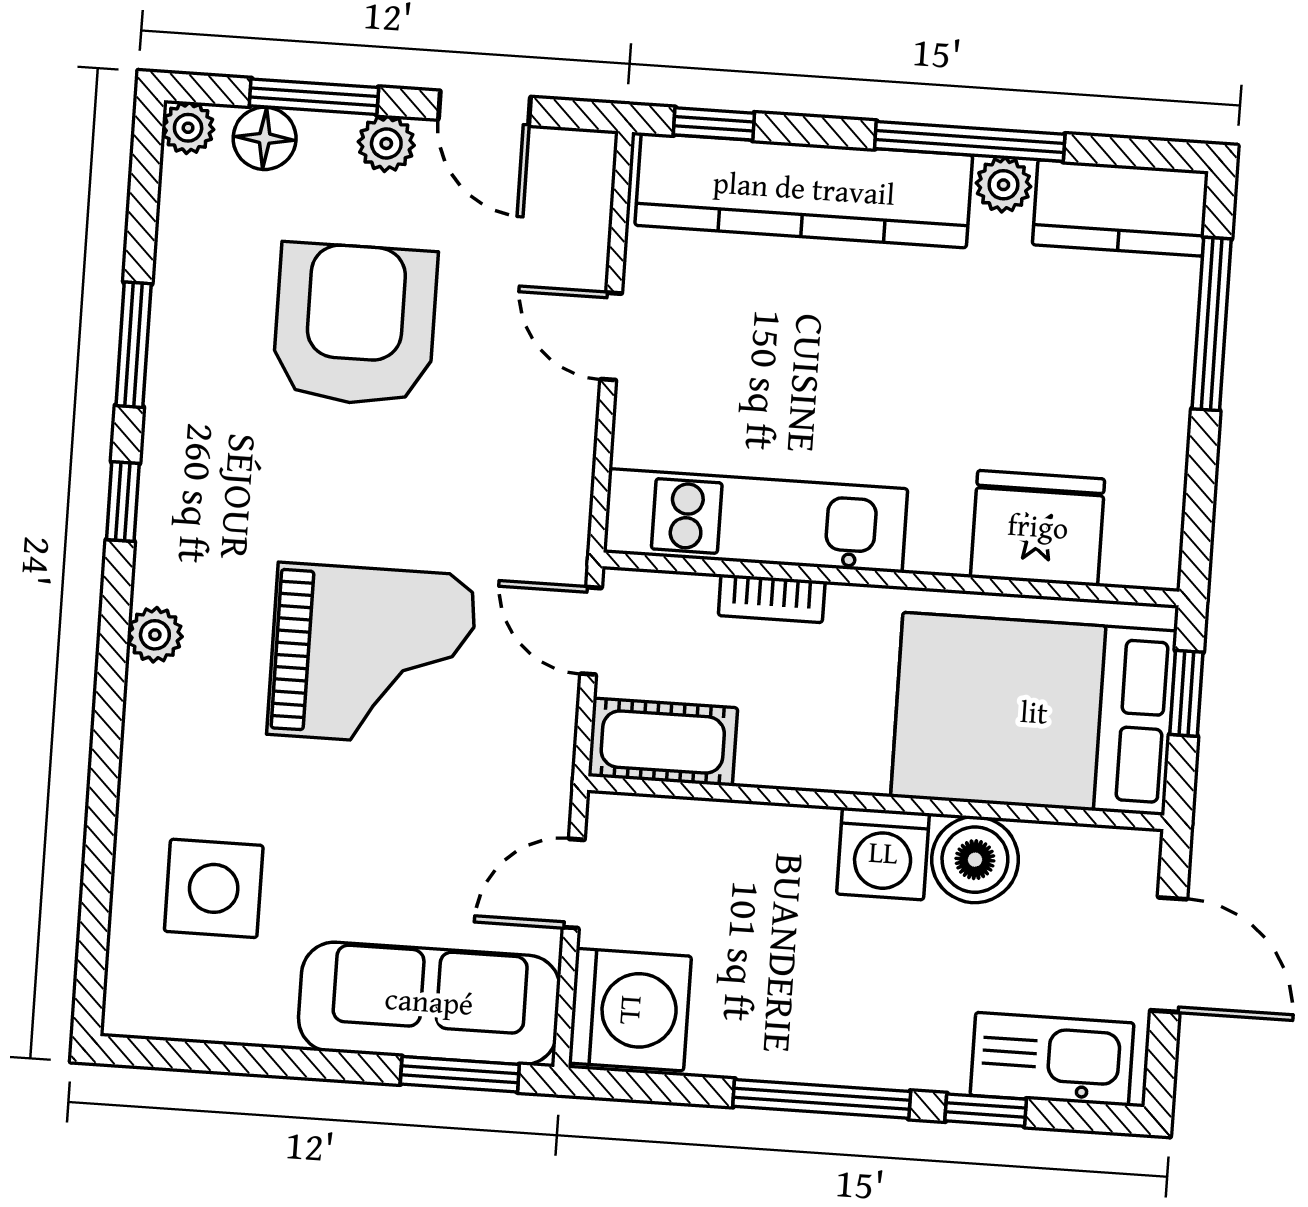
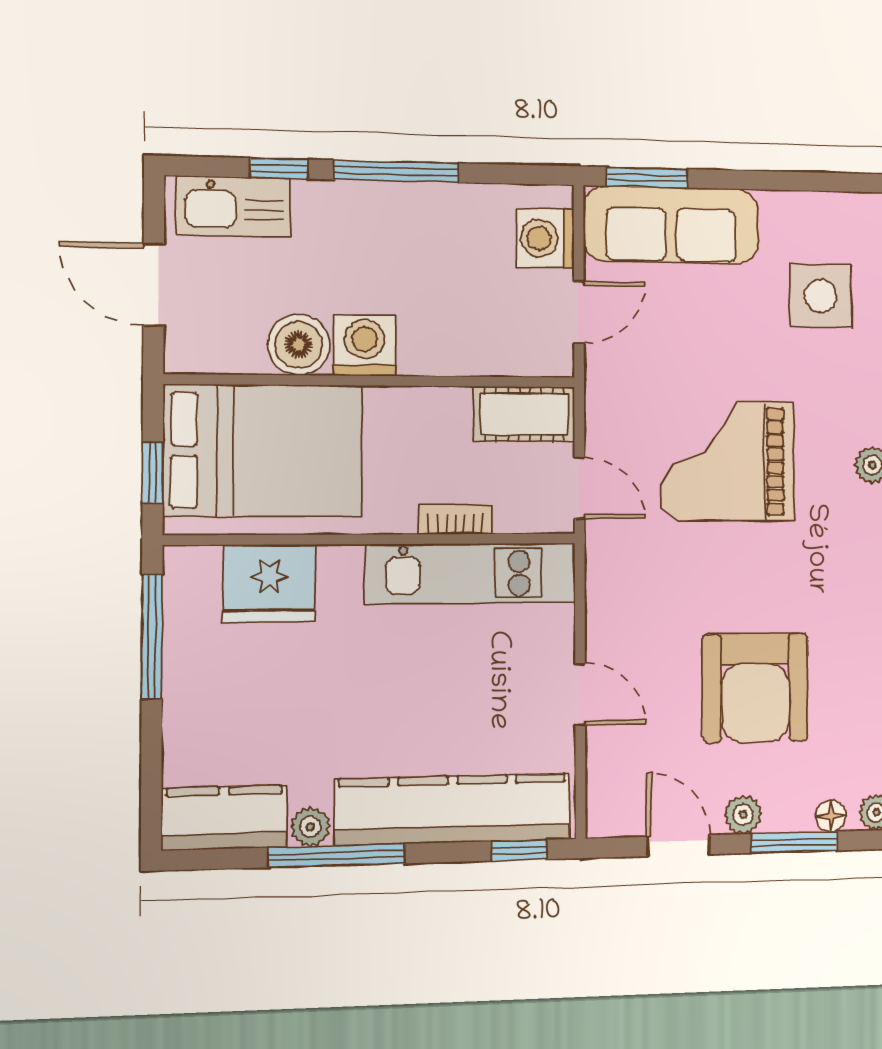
floor lamp: (265, 138) -> (831, 816), width x0.73, depth x0.73
window: (1212, 324) -> (152, 637), moved
washing machine: (630, 1010) -> (545, 238), width x0.73, depth x0.73

